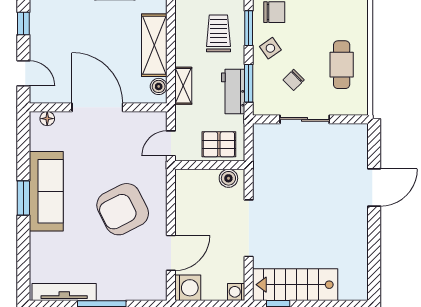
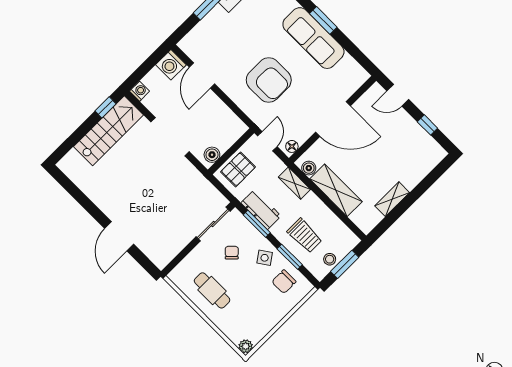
floor lamp: (47, 119) -> (292, 146), moved
sliding door: (305, 119) -> (213, 224), moved
armchair: (123, 209) -> (269, 80), moved, turned 117

